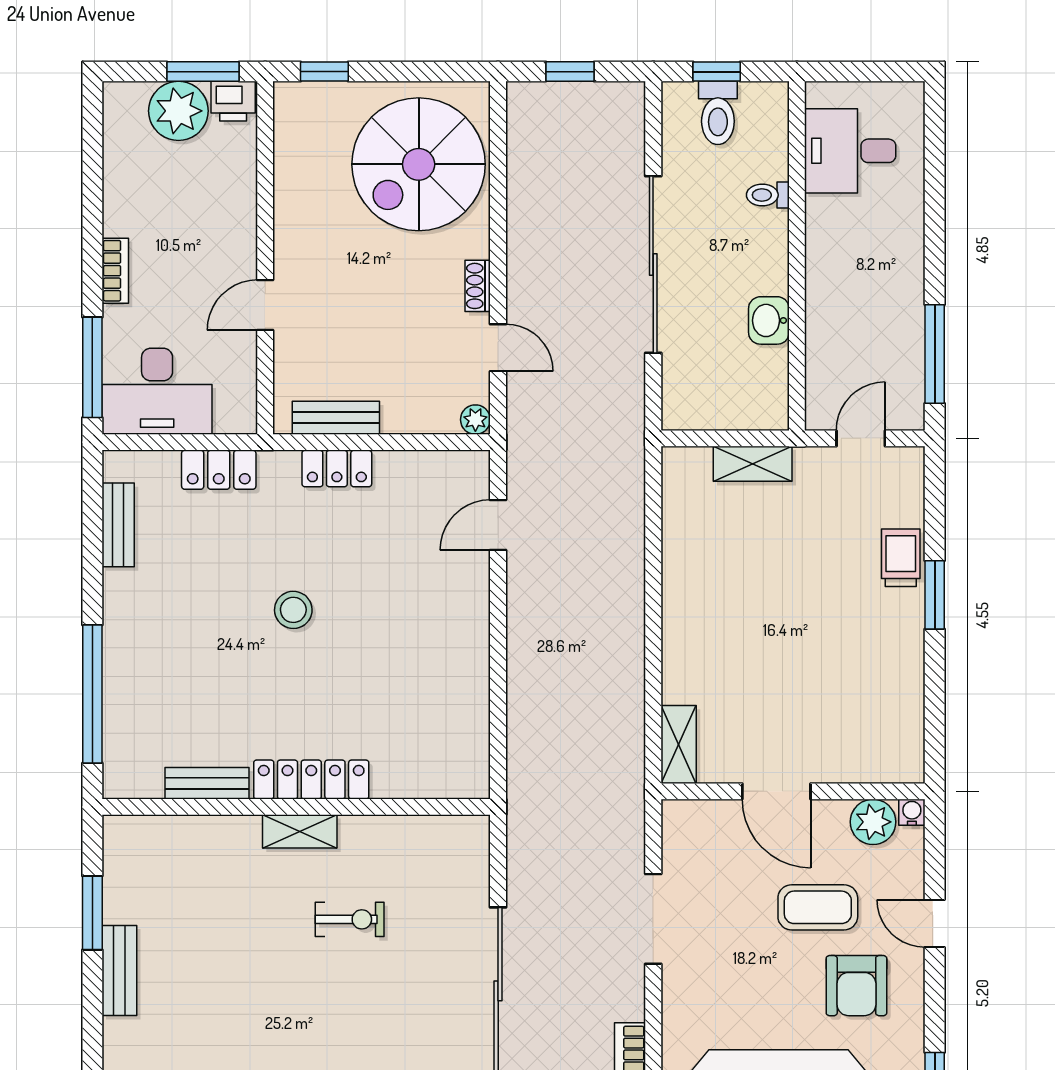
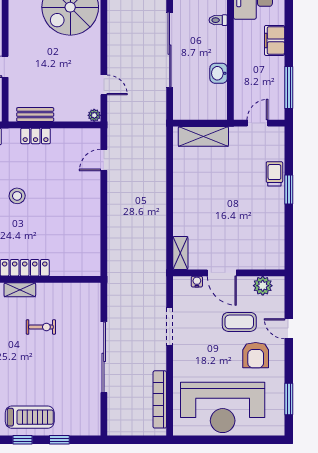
filing cabinet: (901, 243) -> (275, 40), added
shoe rack: (478, 286) -> (95, 59), removed
shelving: (753, 464) -> (203, 136), width x1.50, depth x1.33
water cooler: (912, 812) -> (197, 282), moved

